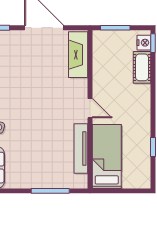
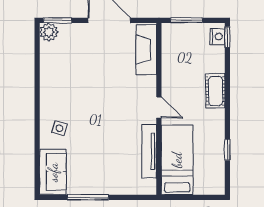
cot: (142, 67) -> (215, 91), moved
window: (50, 191) -> (88, 197), moved

